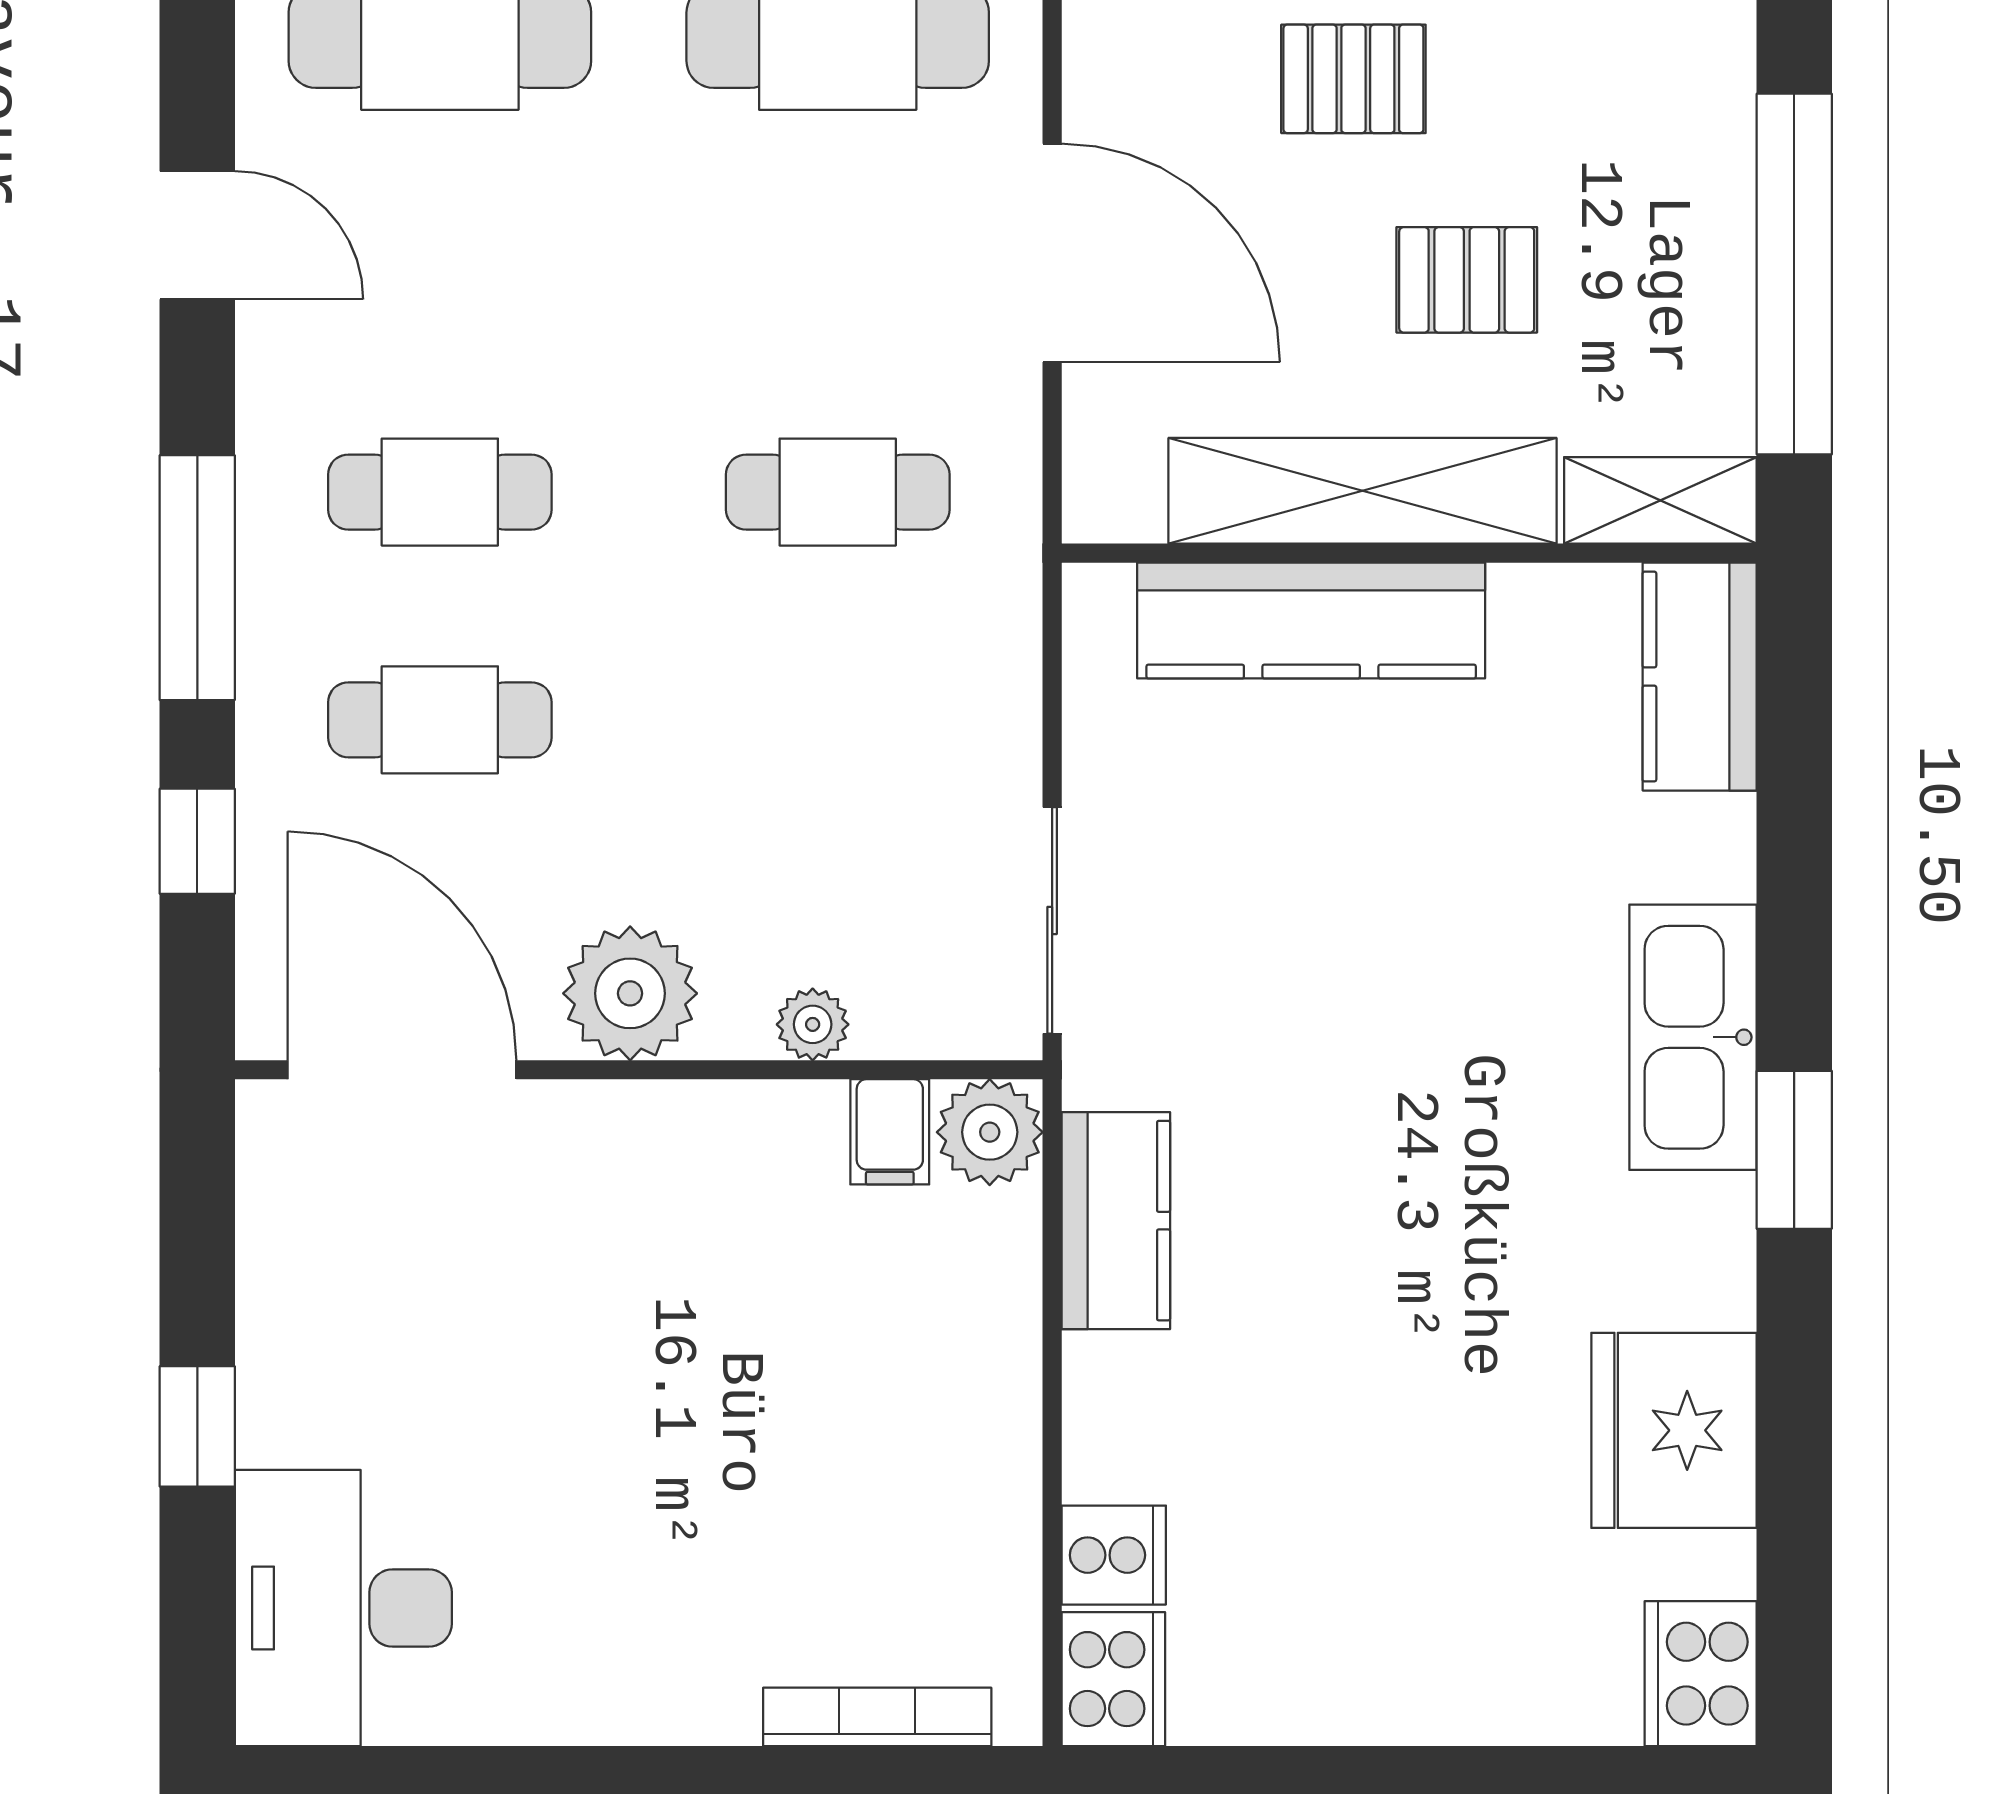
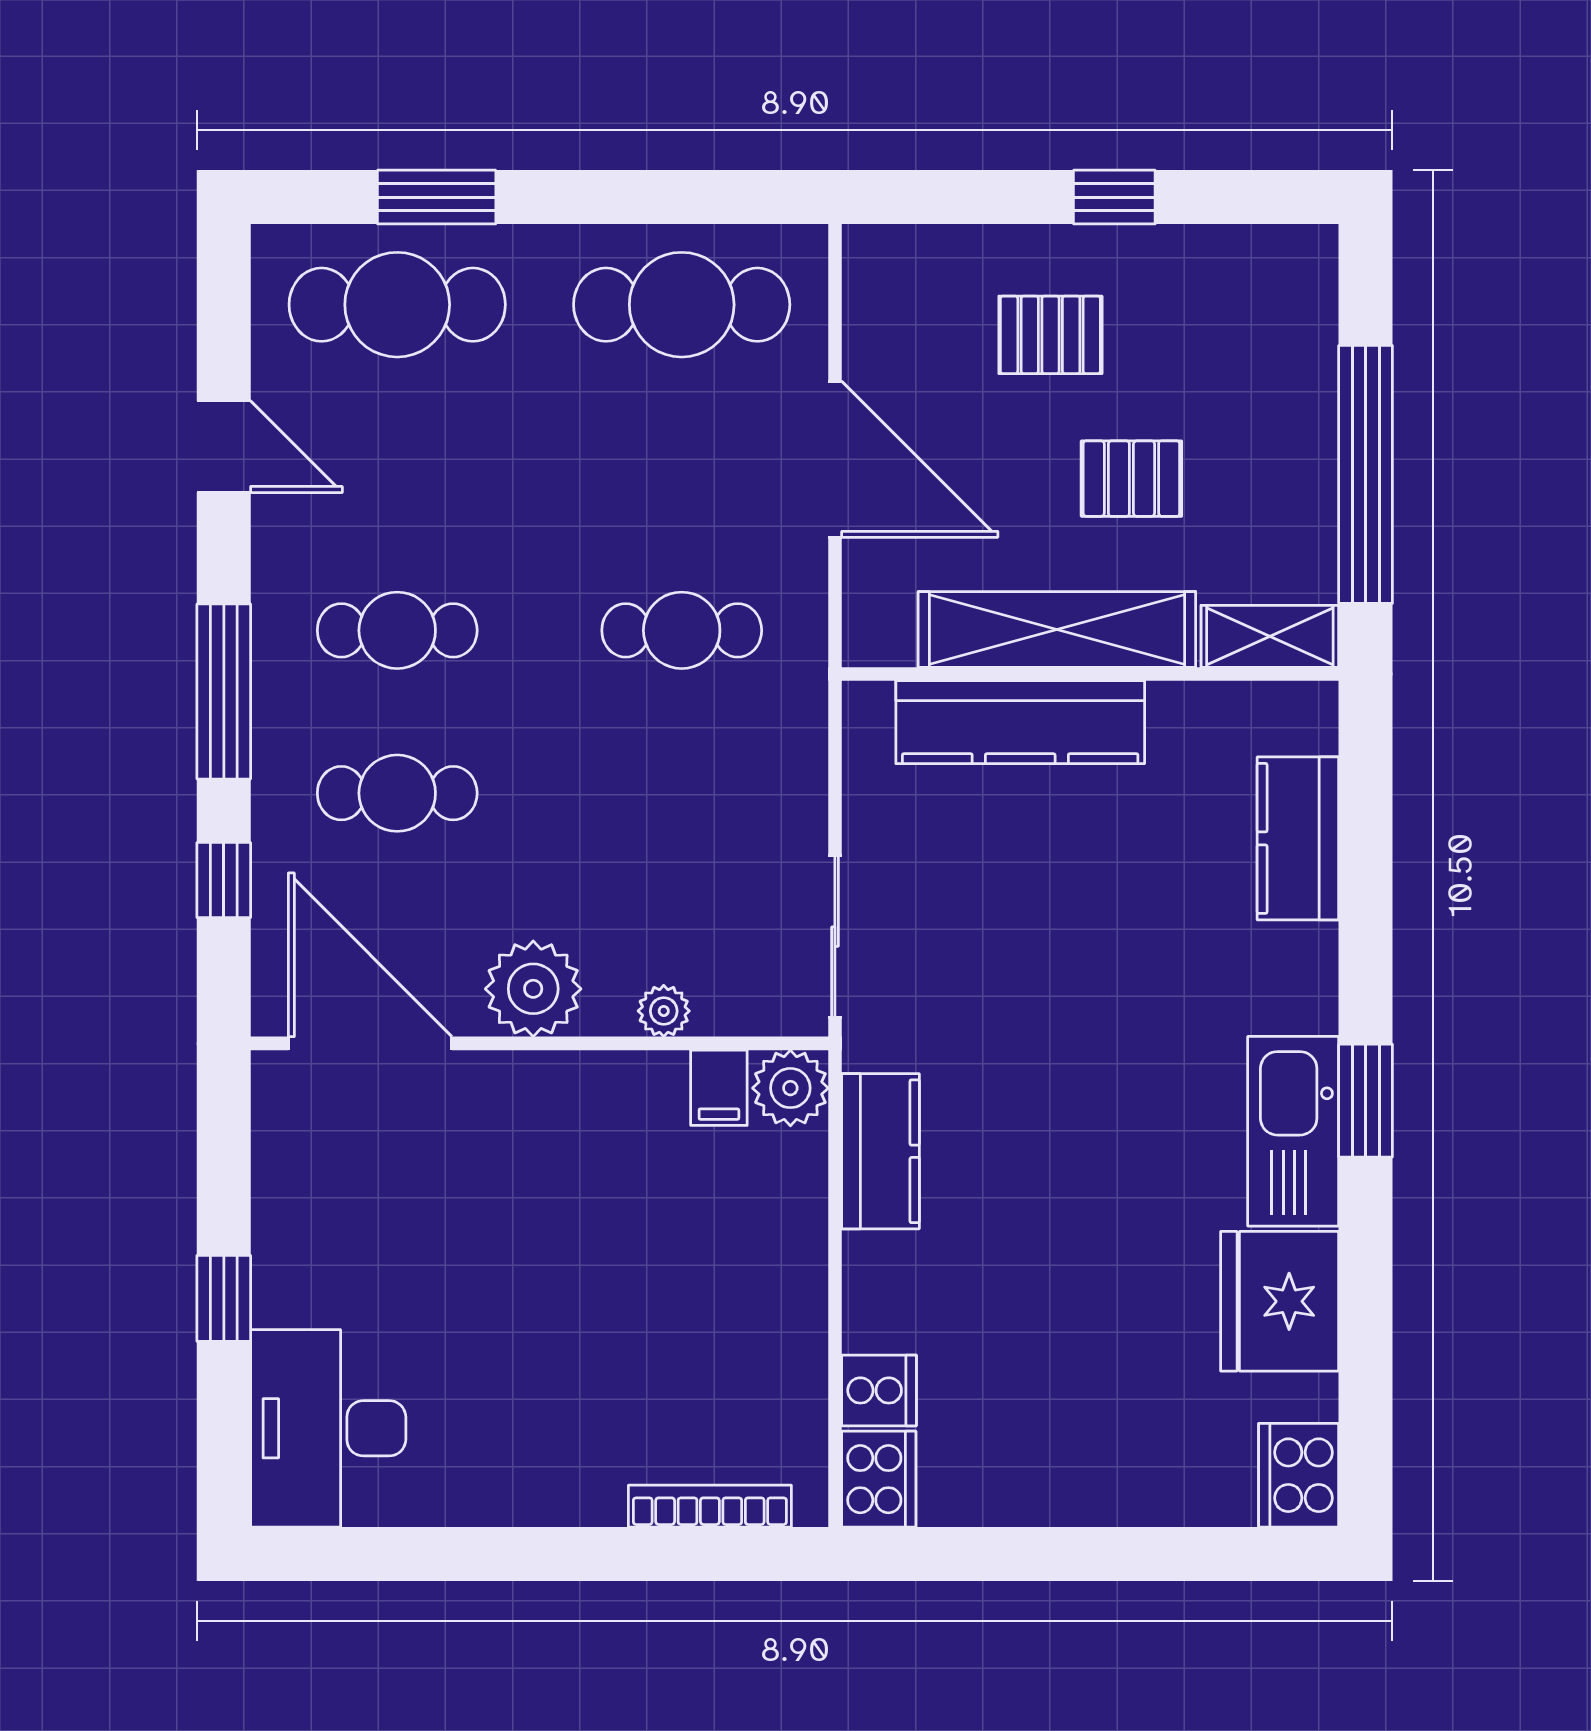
kitchen counter: (1700, 677) -> (1298, 838), moved
kitchen sink: (1693, 1037) -> (1293, 1131), moved

